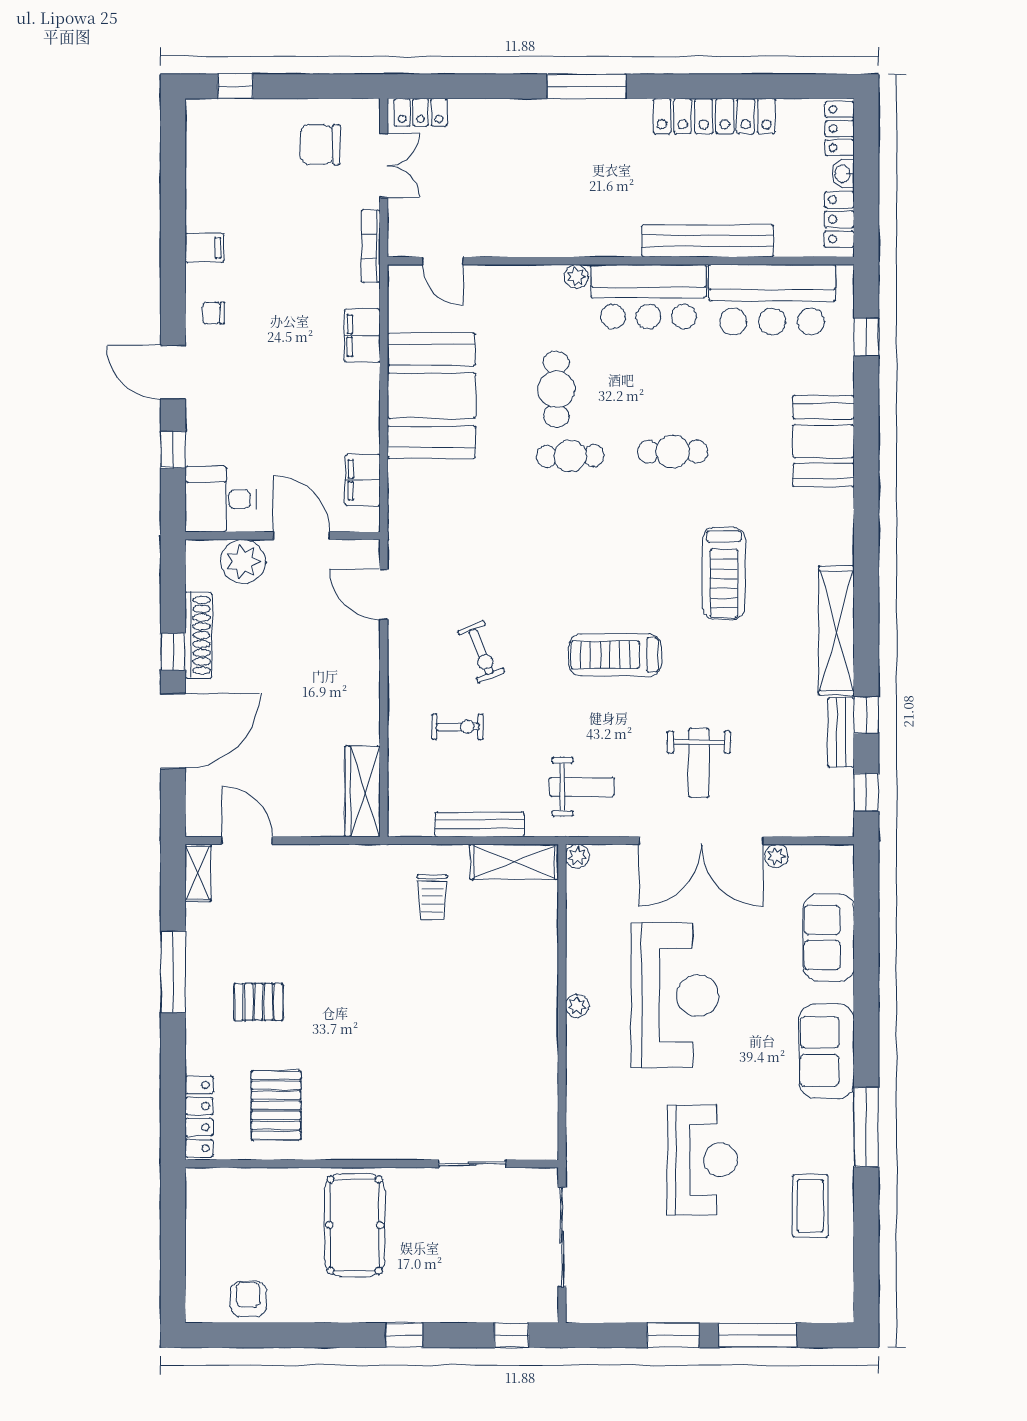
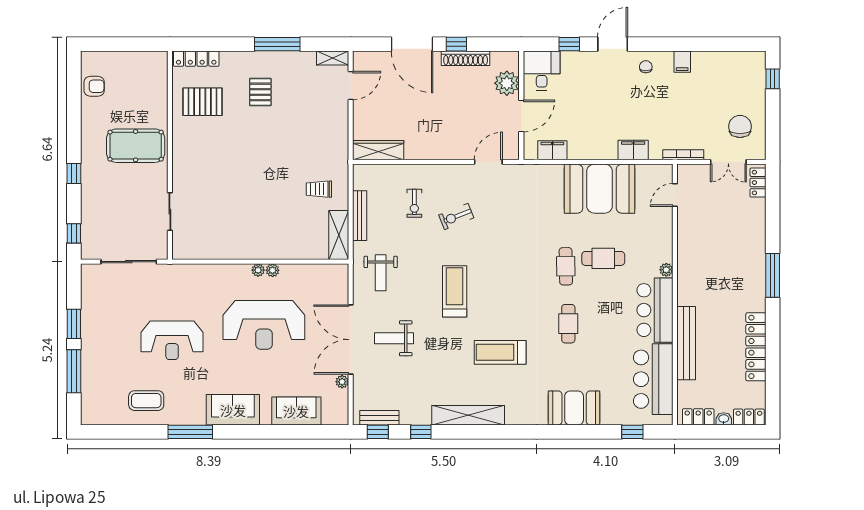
bench: (841, 732) -> (379, 418), moved
plant: (577, 856) -> (273, 270), moved

